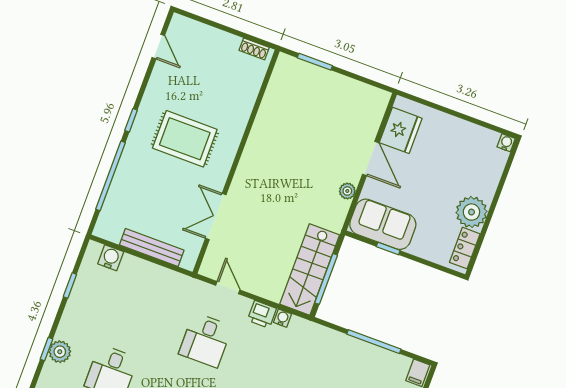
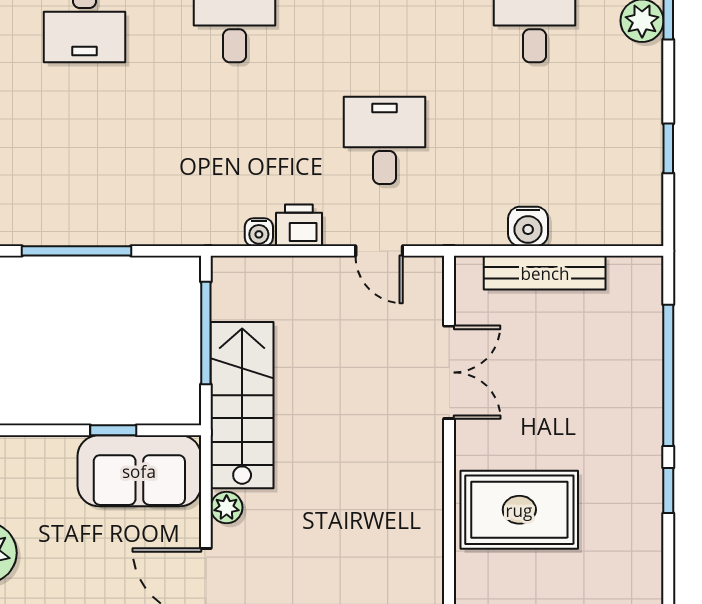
rug: (185, 139) -> (519, 510), moved
water cooler: (111, 258) -> (528, 226), moved
stairs: (310, 270) -> (242, 405), moved

